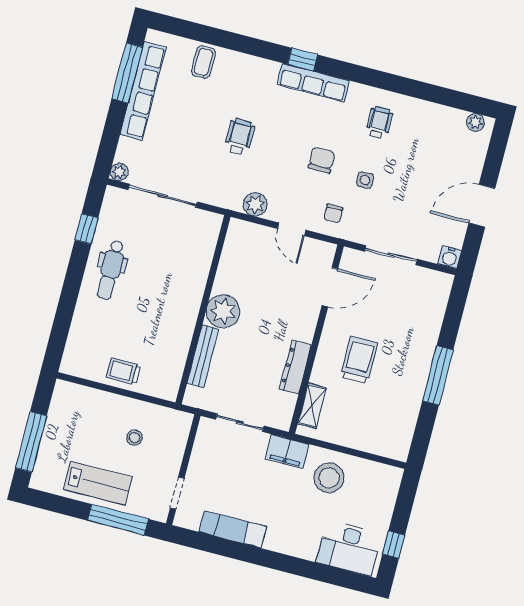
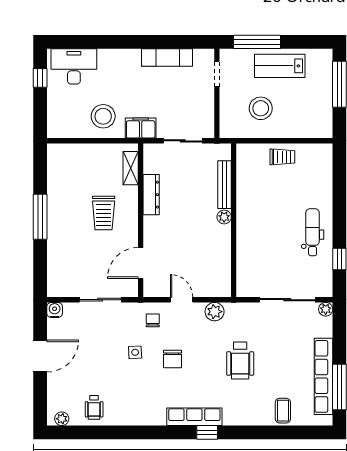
wheelchair: (379, 123) -> (94, 407), moved
wheelchair: (240, 137) -> (240, 361), width x1.36, depth x1.37
plant: (223, 311) -> (224, 217), width x0.53, depth x0.53
stool: (135, 438) -> (261, 108), width x1.89, depth x1.89

